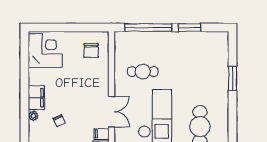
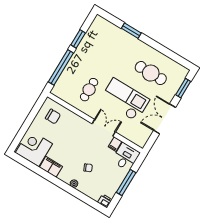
filing cabinet: (36, 98) -> (51, 167), moved

